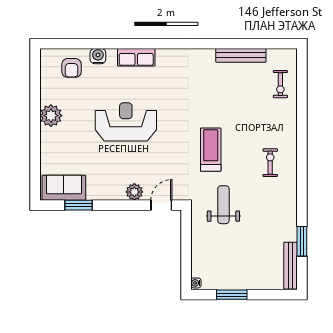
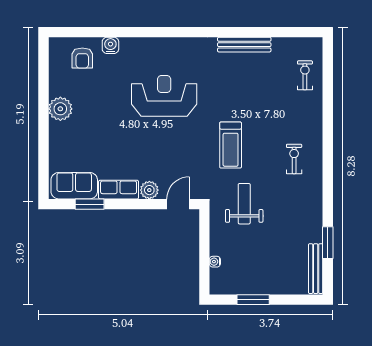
bench: (241, 55) -> (244, 45), moved
row of seats: (136, 57) -> (119, 190), moved, turned 180
exercise bike: (280, 84) -> (305, 75), turned 180
reception desk: (126, 122) -> (164, 96), moved
treadmill: (211, 150) -> (231, 145), turned 180
water cooler: (196, 283) -> (215, 262), moved

